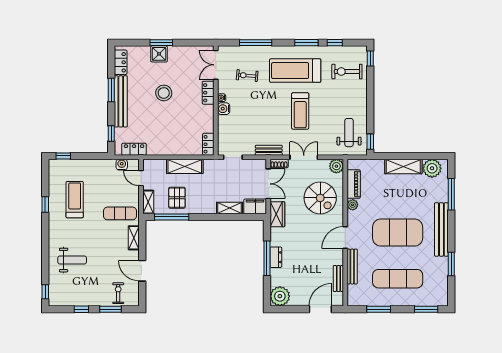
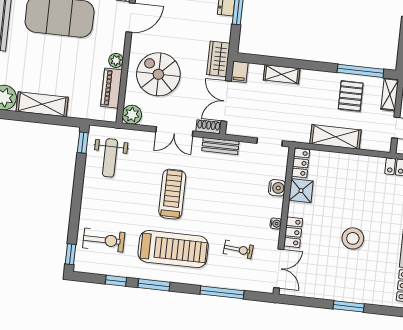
shower: (159, 54) -> (301, 191), moved
water cooler: (224, 109) -> (277, 188), moved
filing cabinet: (255, 206) -> (240, 72), width x0.50

